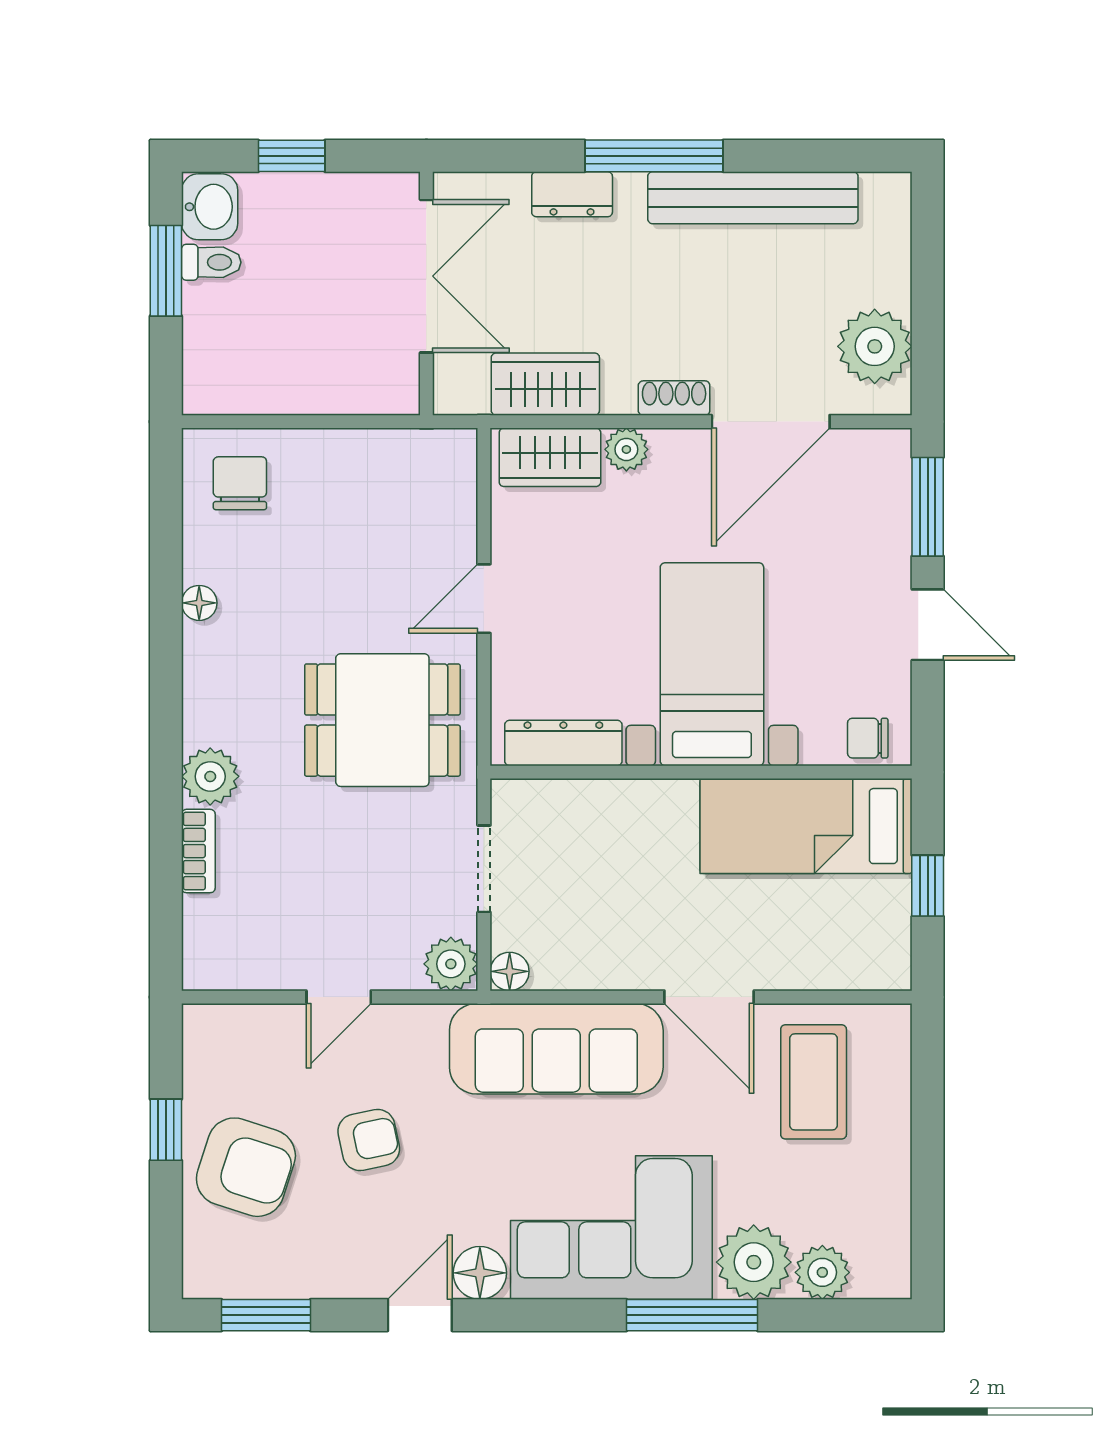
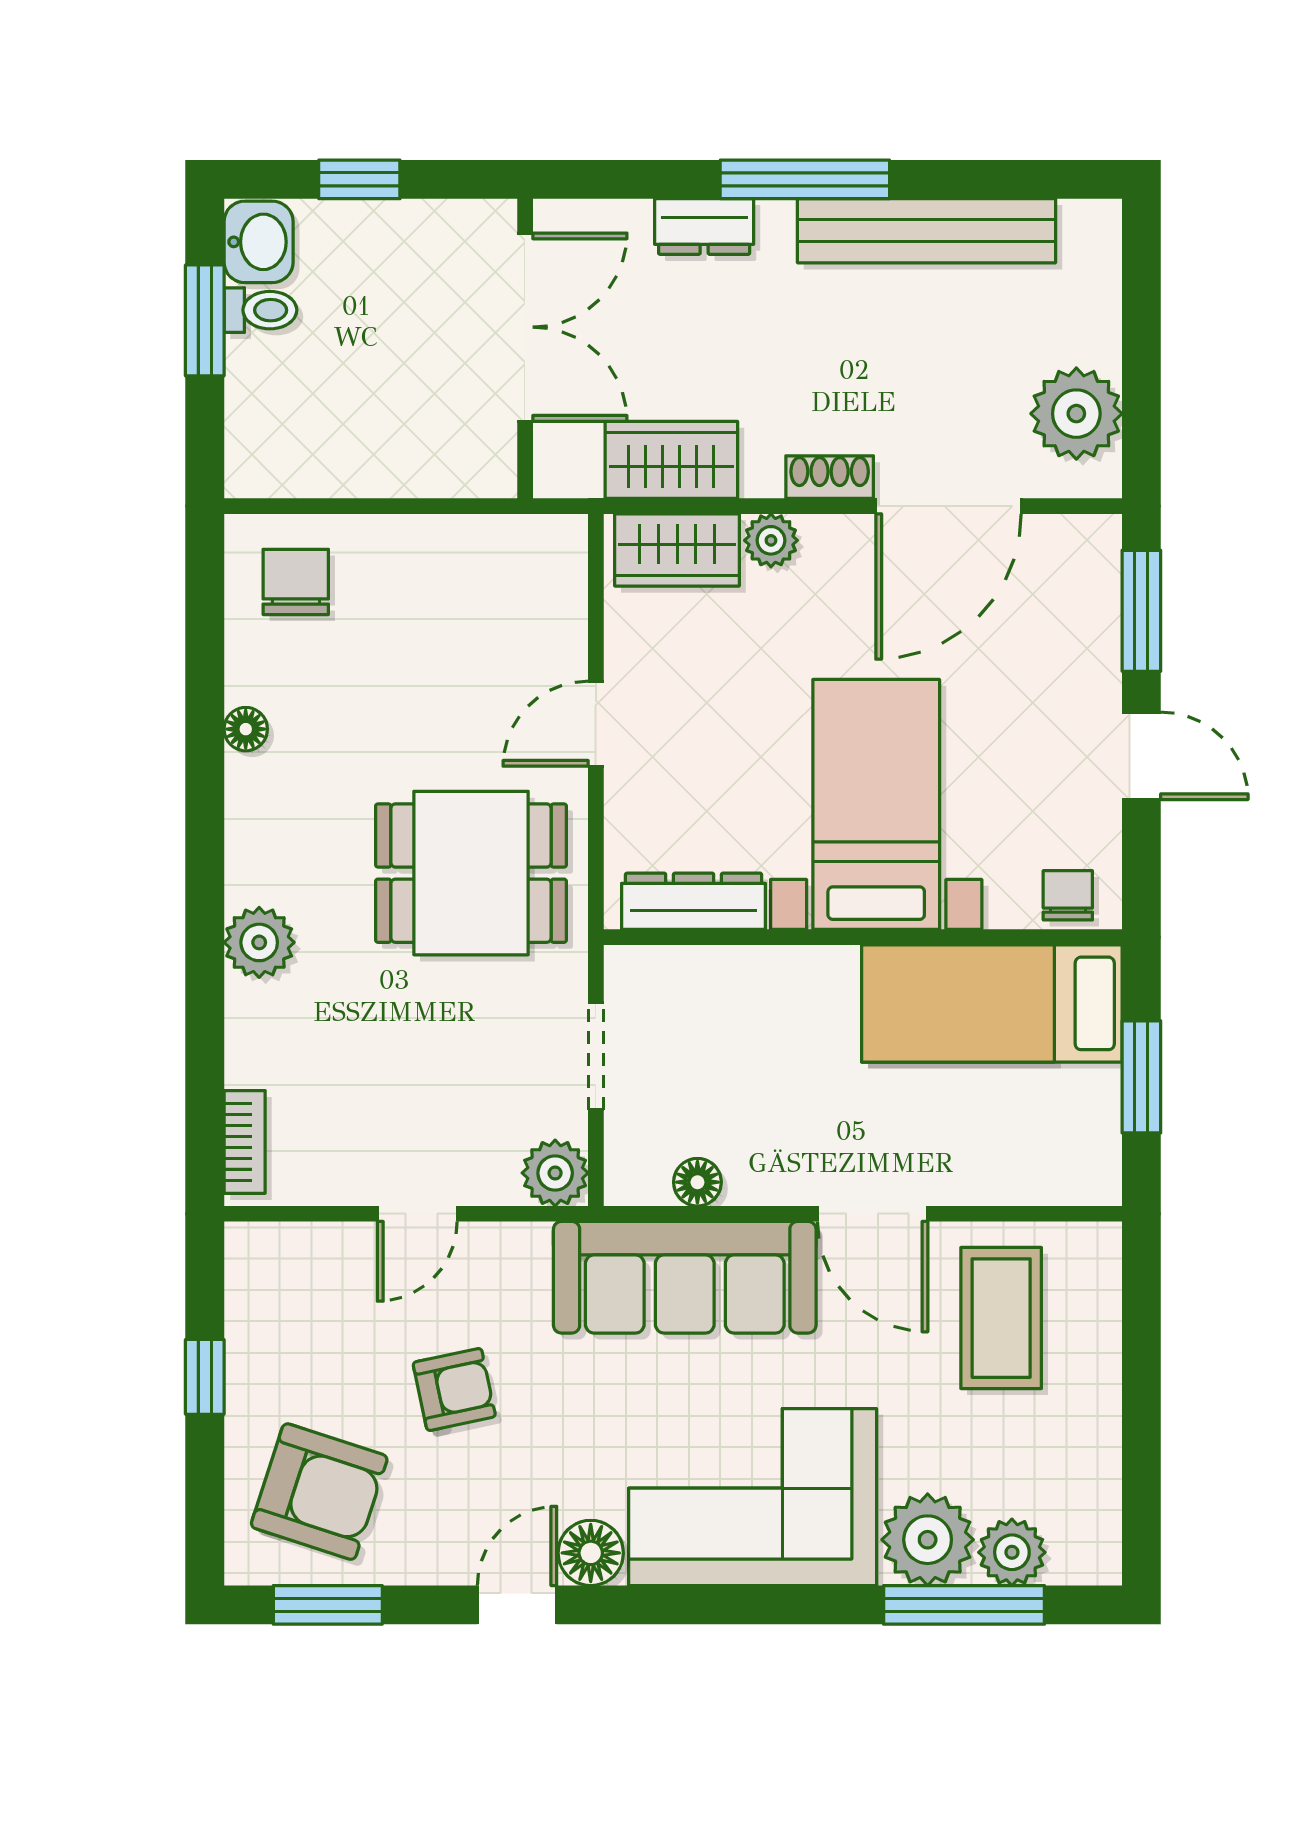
chair: (868, 738) -> (1068, 895), turned 90
bookcase: (198, 851) -> (245, 1142), moved
window: (928, 886) -> (1141, 1077), width x1.50
floor lamp: (510, 971) -> (697, 1182), moved
armchair: (246, 1167) -> (319, 1492), moved
window: (692, 1315) -> (964, 1605), moved

